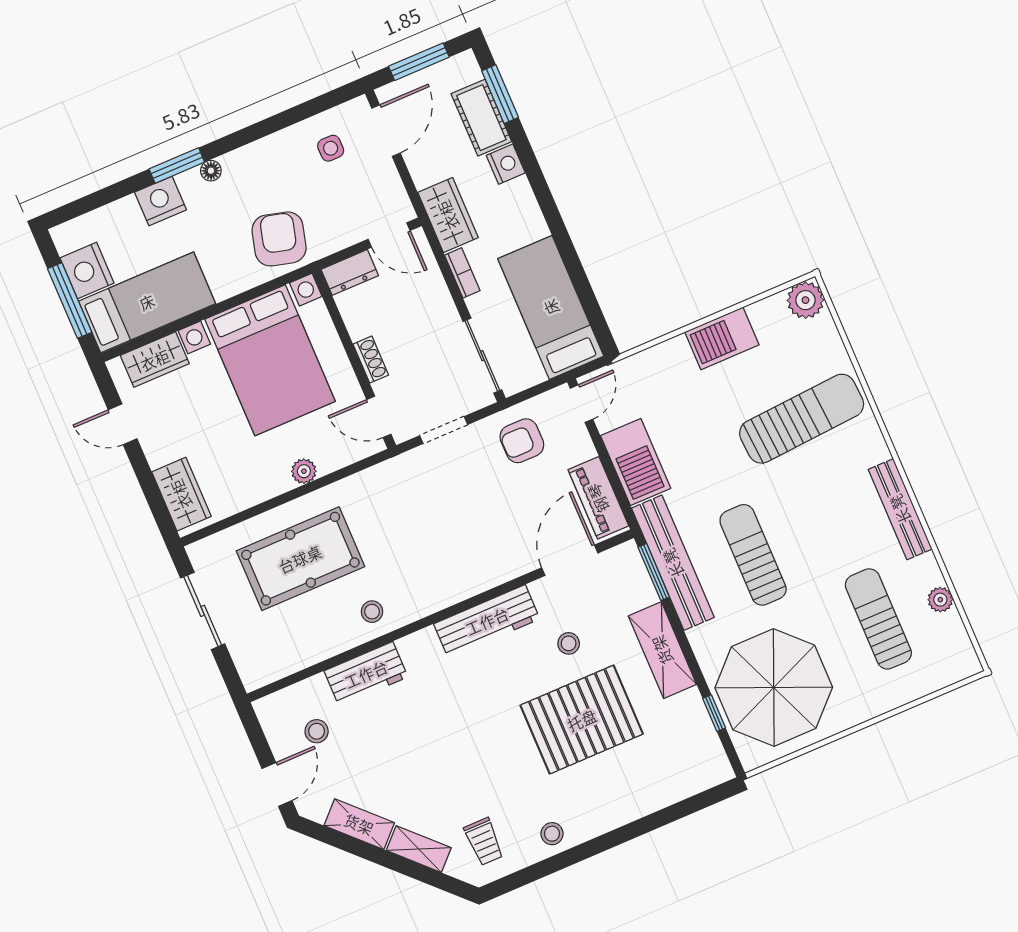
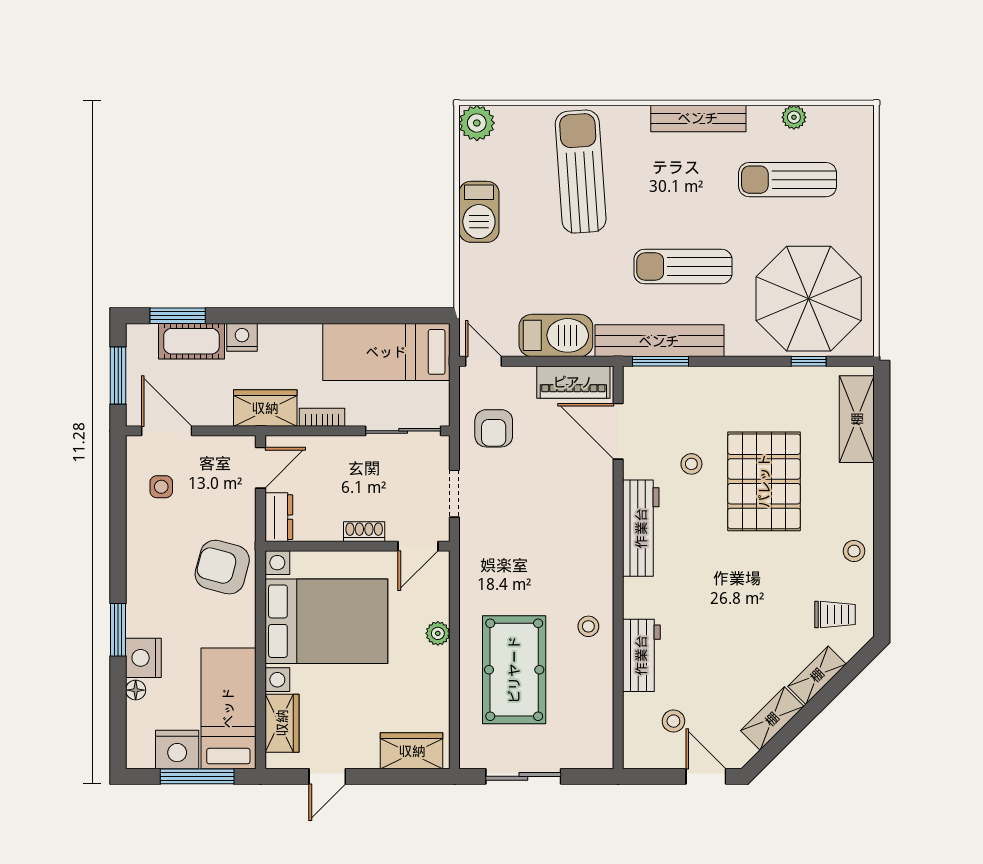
floor lamp: (211, 171) -> (136, 690), moved
shelving: (662, 650) -> (857, 419), moved, turned 90

